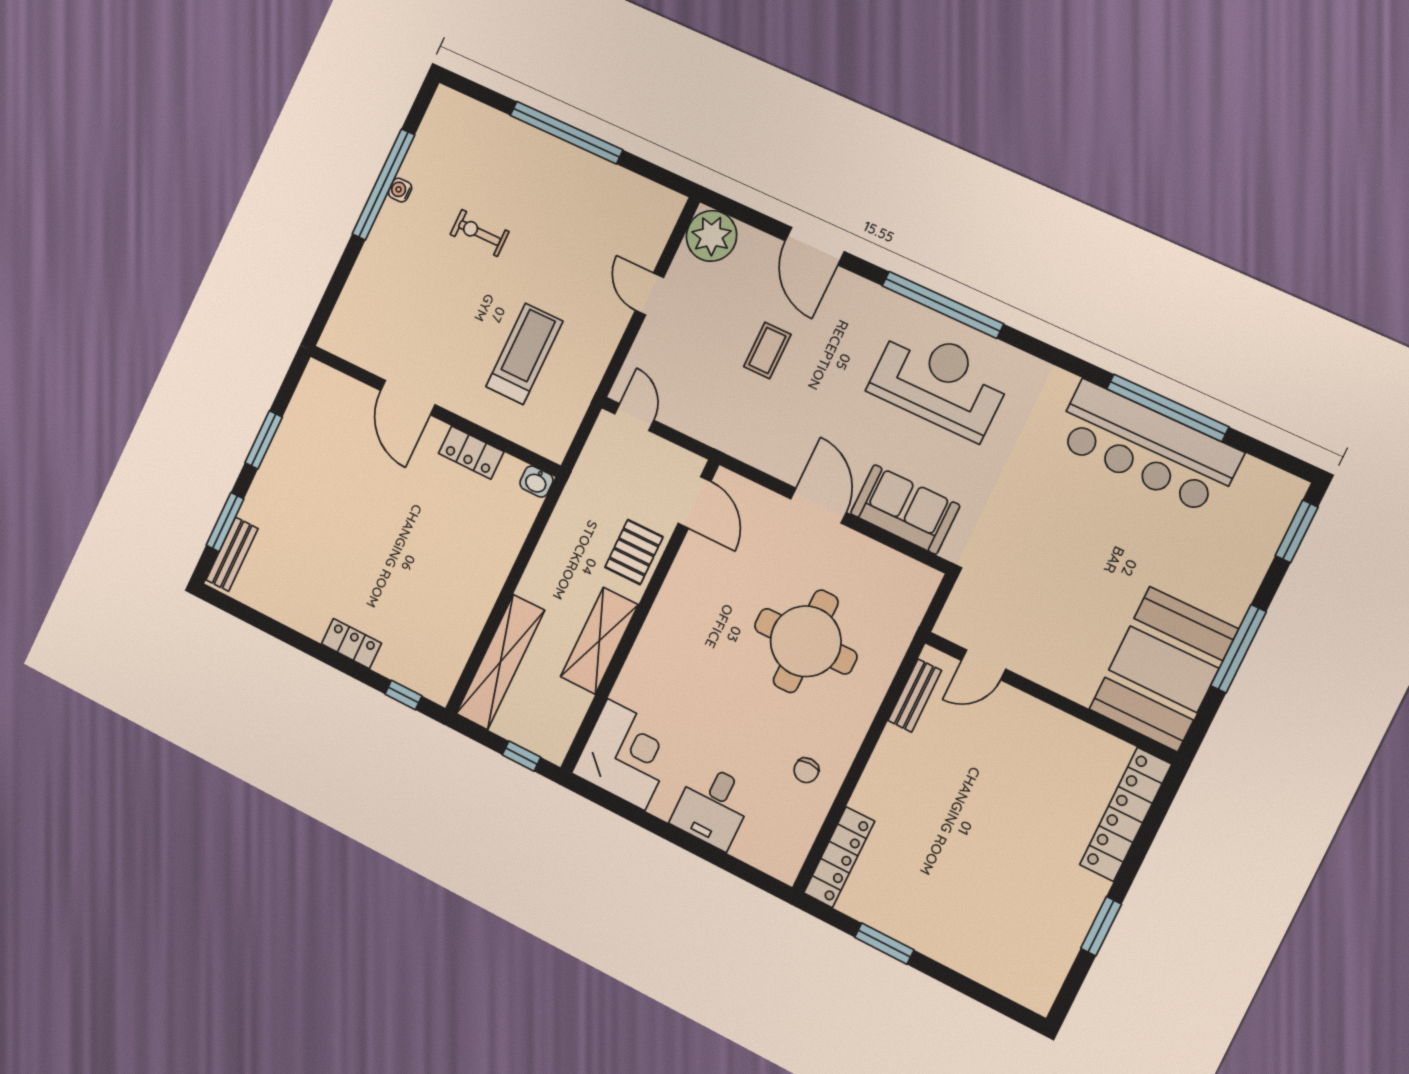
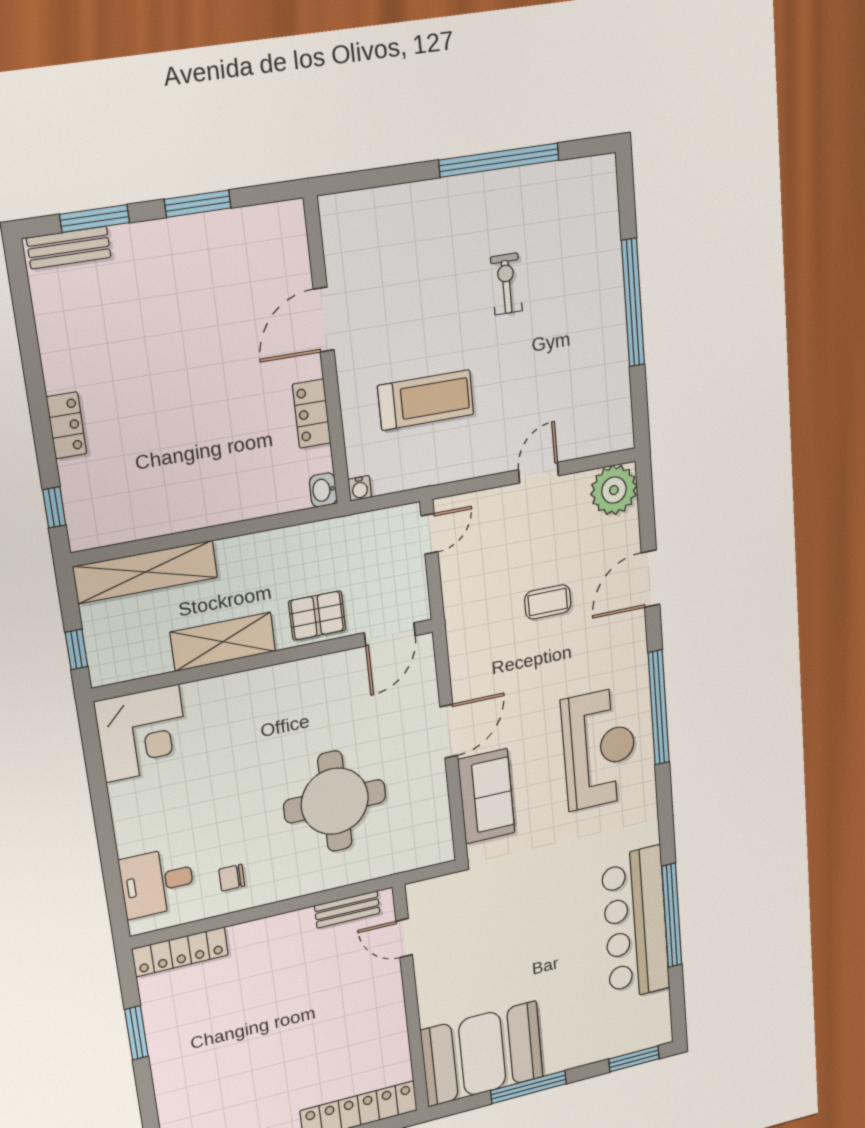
water cooler: (400, 190) -> (360, 488), moved, turned 180
desk: (712, 806) -> (157, 882), moved

